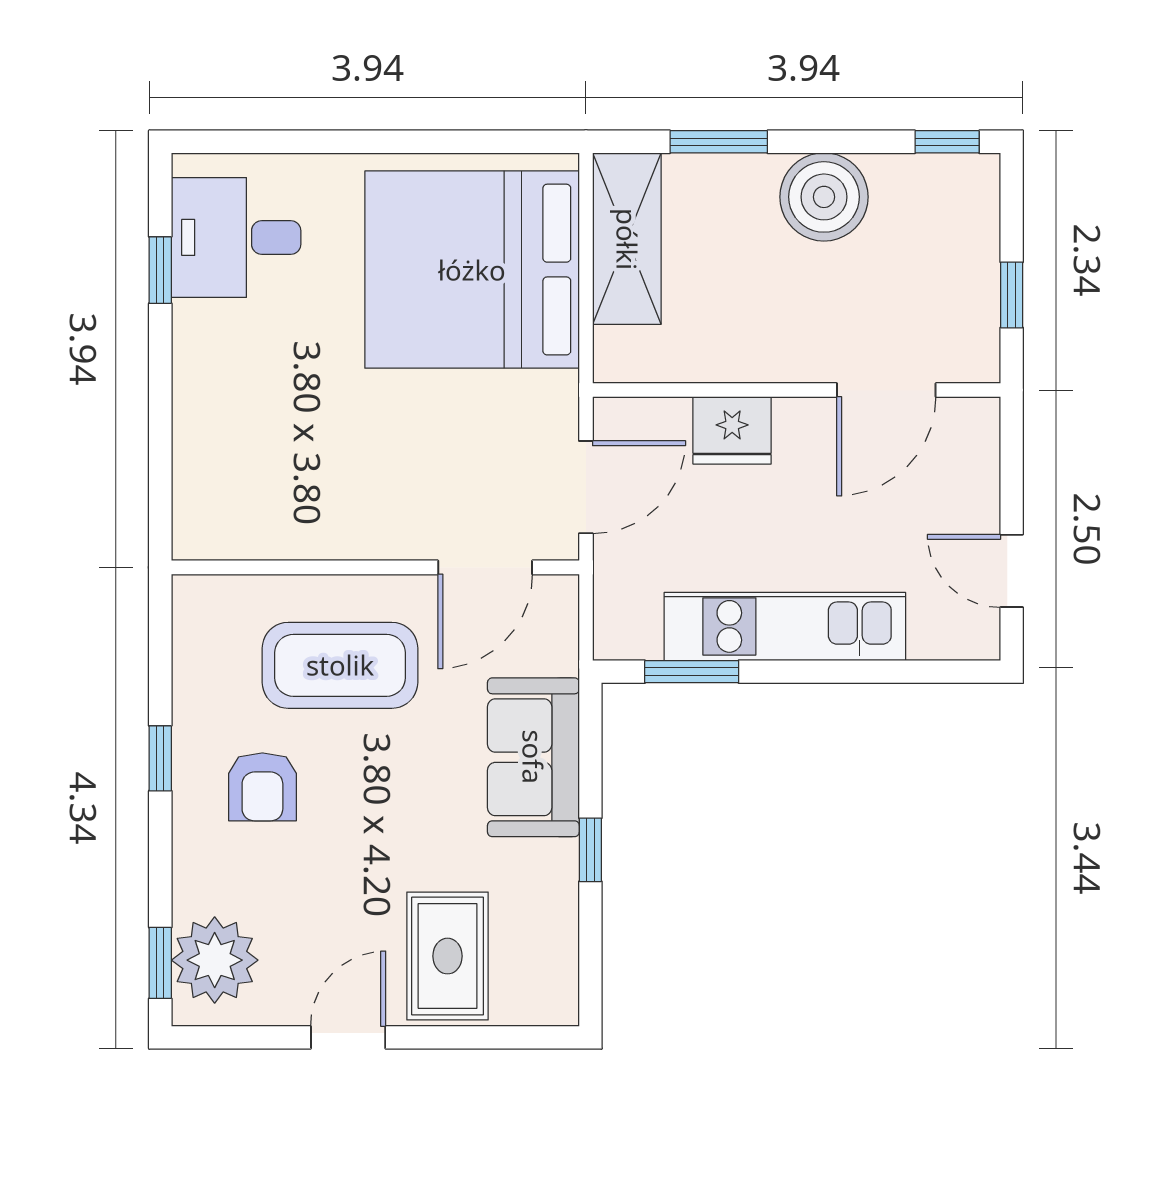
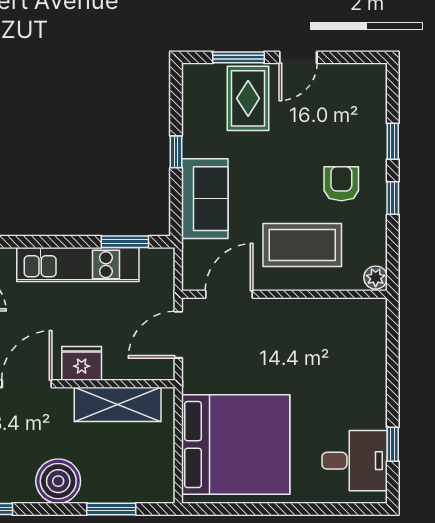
shelving: (627, 239) -> (118, 404), moved, turned 90
fridge: (732, 430) -> (82, 363), moved
plant: (215, 960) -> (376, 278), moved, width x0.53, depth x0.53
window: (160, 963) -> (393, 141), moved
window: (466, 1037) -> (239, 57), added

